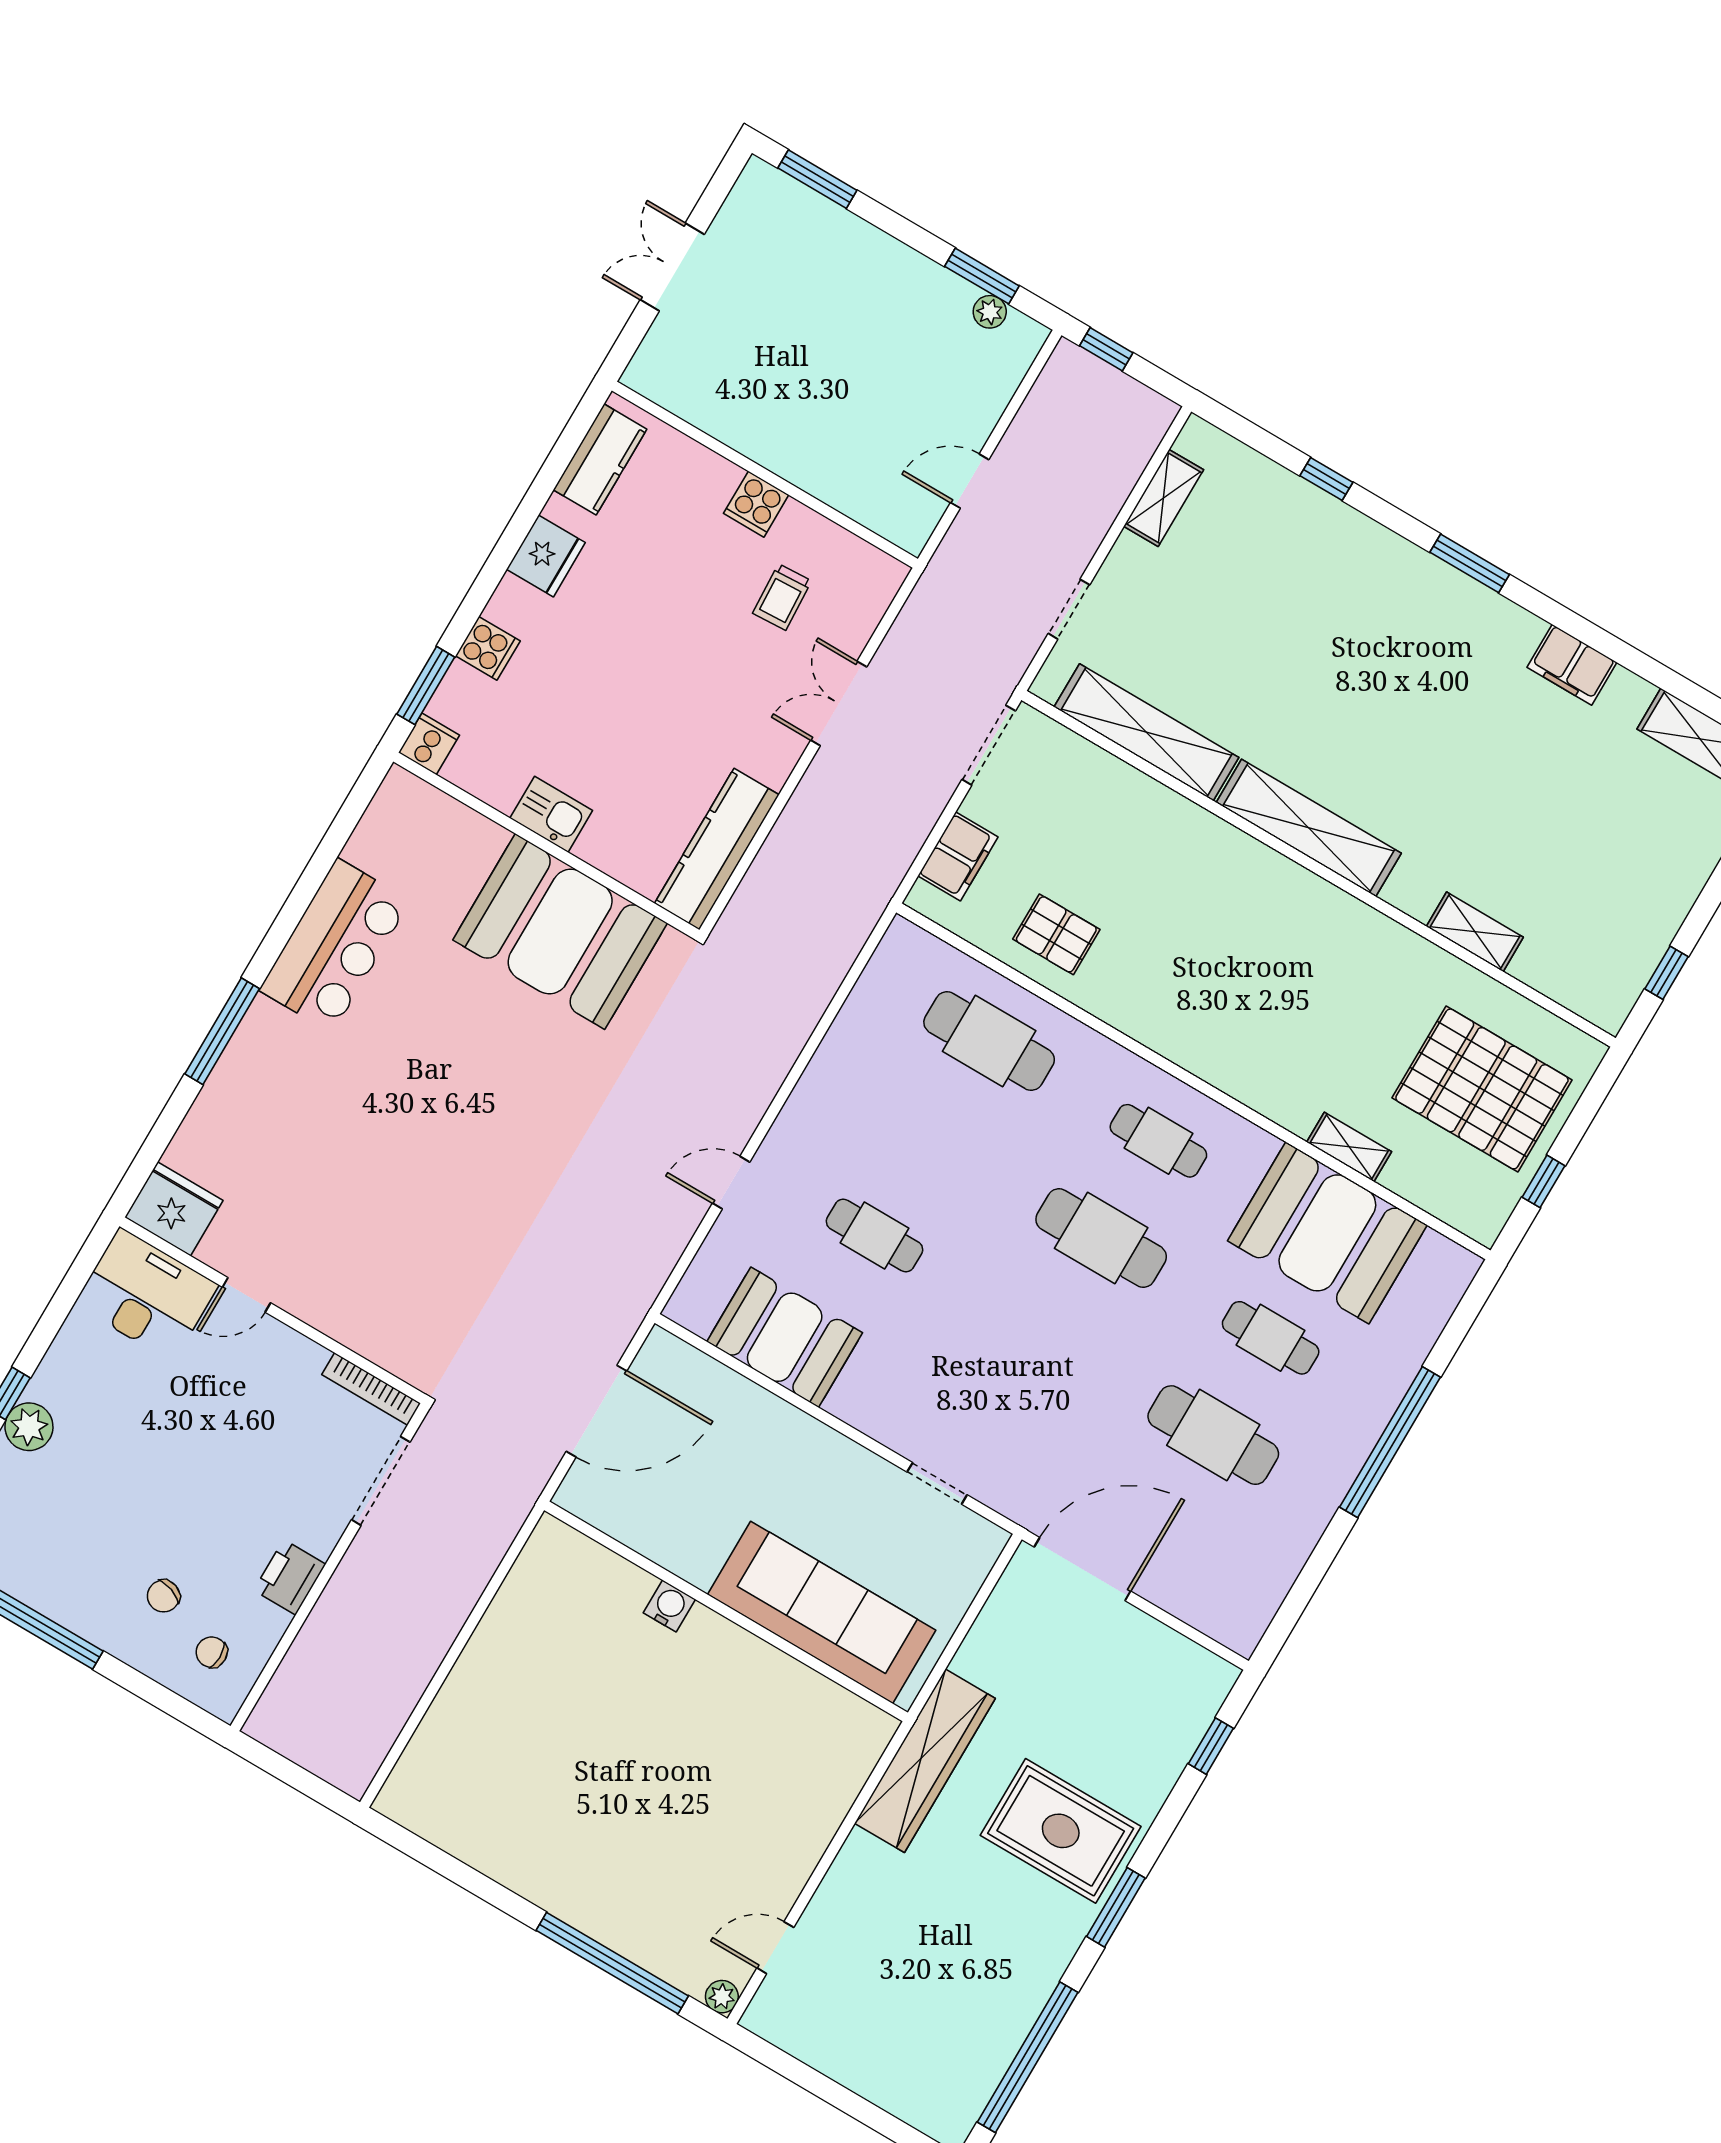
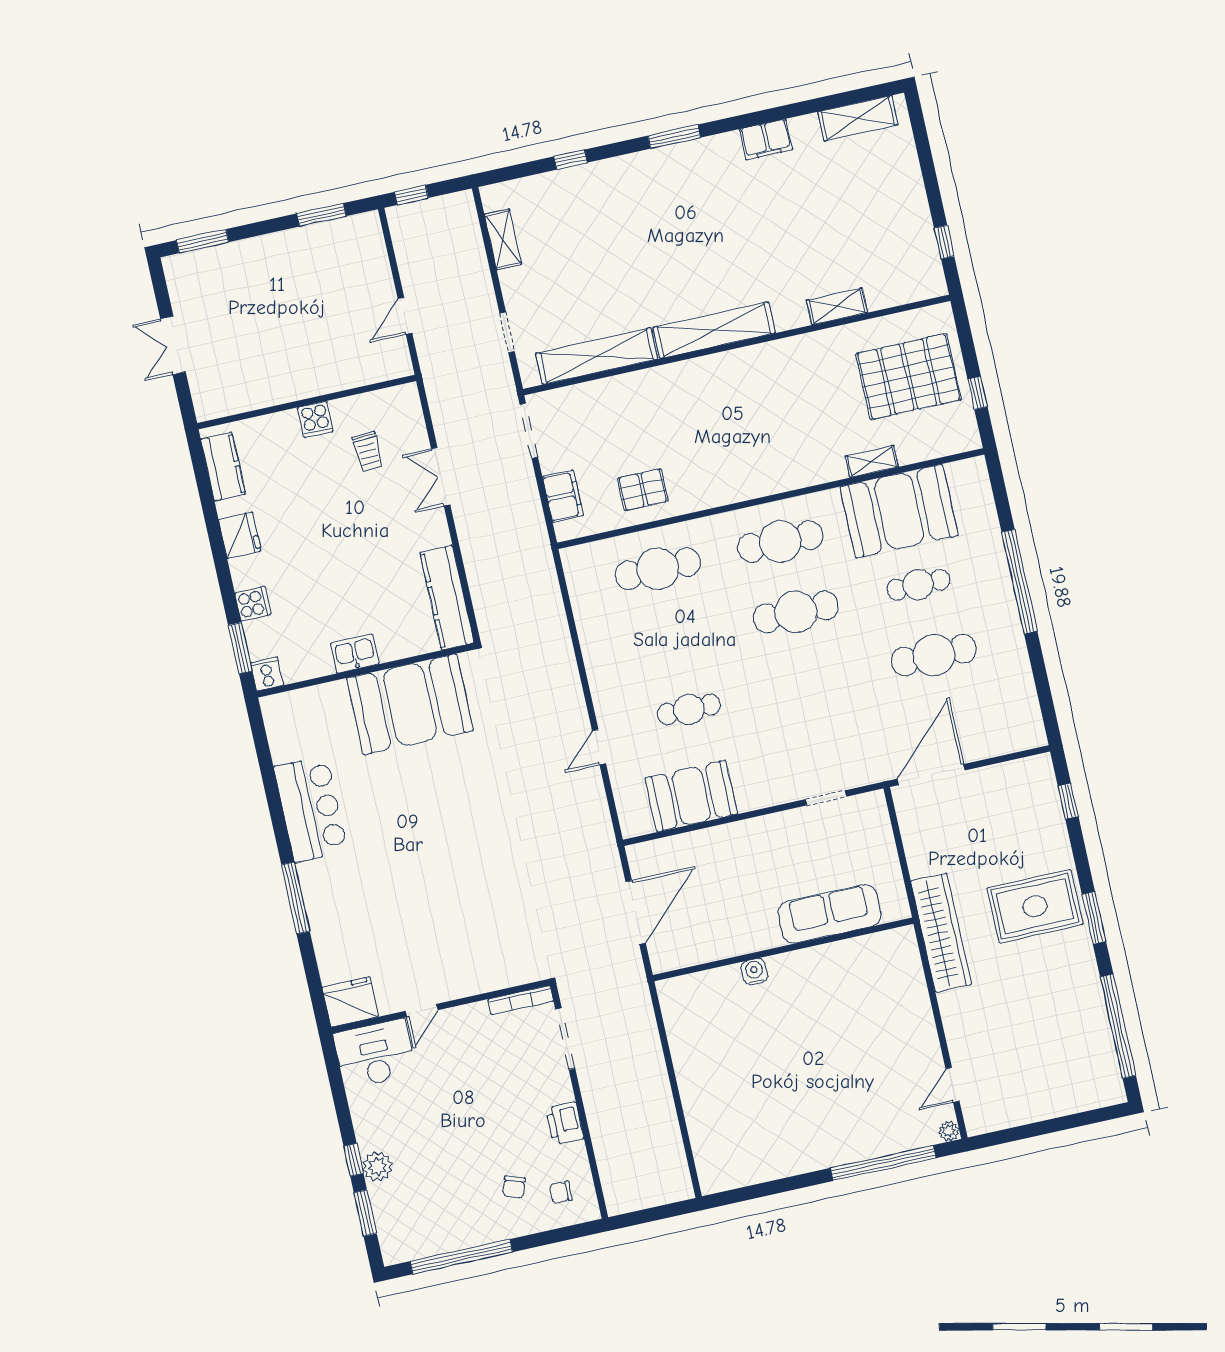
plant: (990, 312) -> (341, 228), removed
cafe table: (1158, 1141) -> (780, 542), width x1.37, depth x1.35
sofa: (822, 1612) -> (830, 914), width x0.74, depth x0.79

